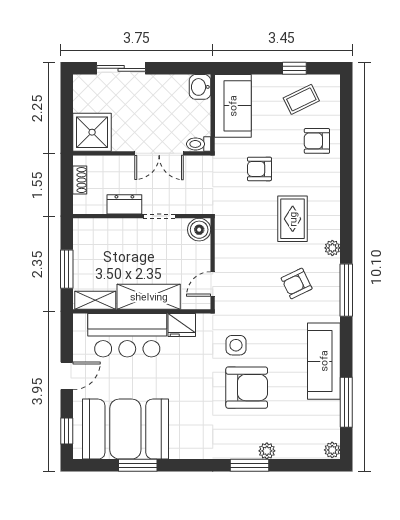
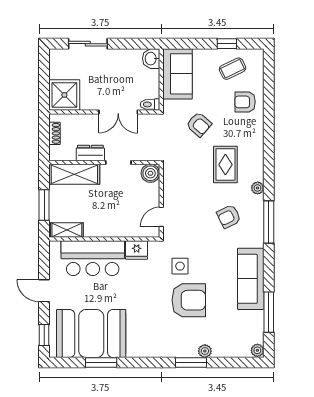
armchair: (259, 169) -> (199, 124), turned -139
shelving: (149, 297) -> (74, 174), moved
door: (67, 376) -> (44, 291), swing flipped

